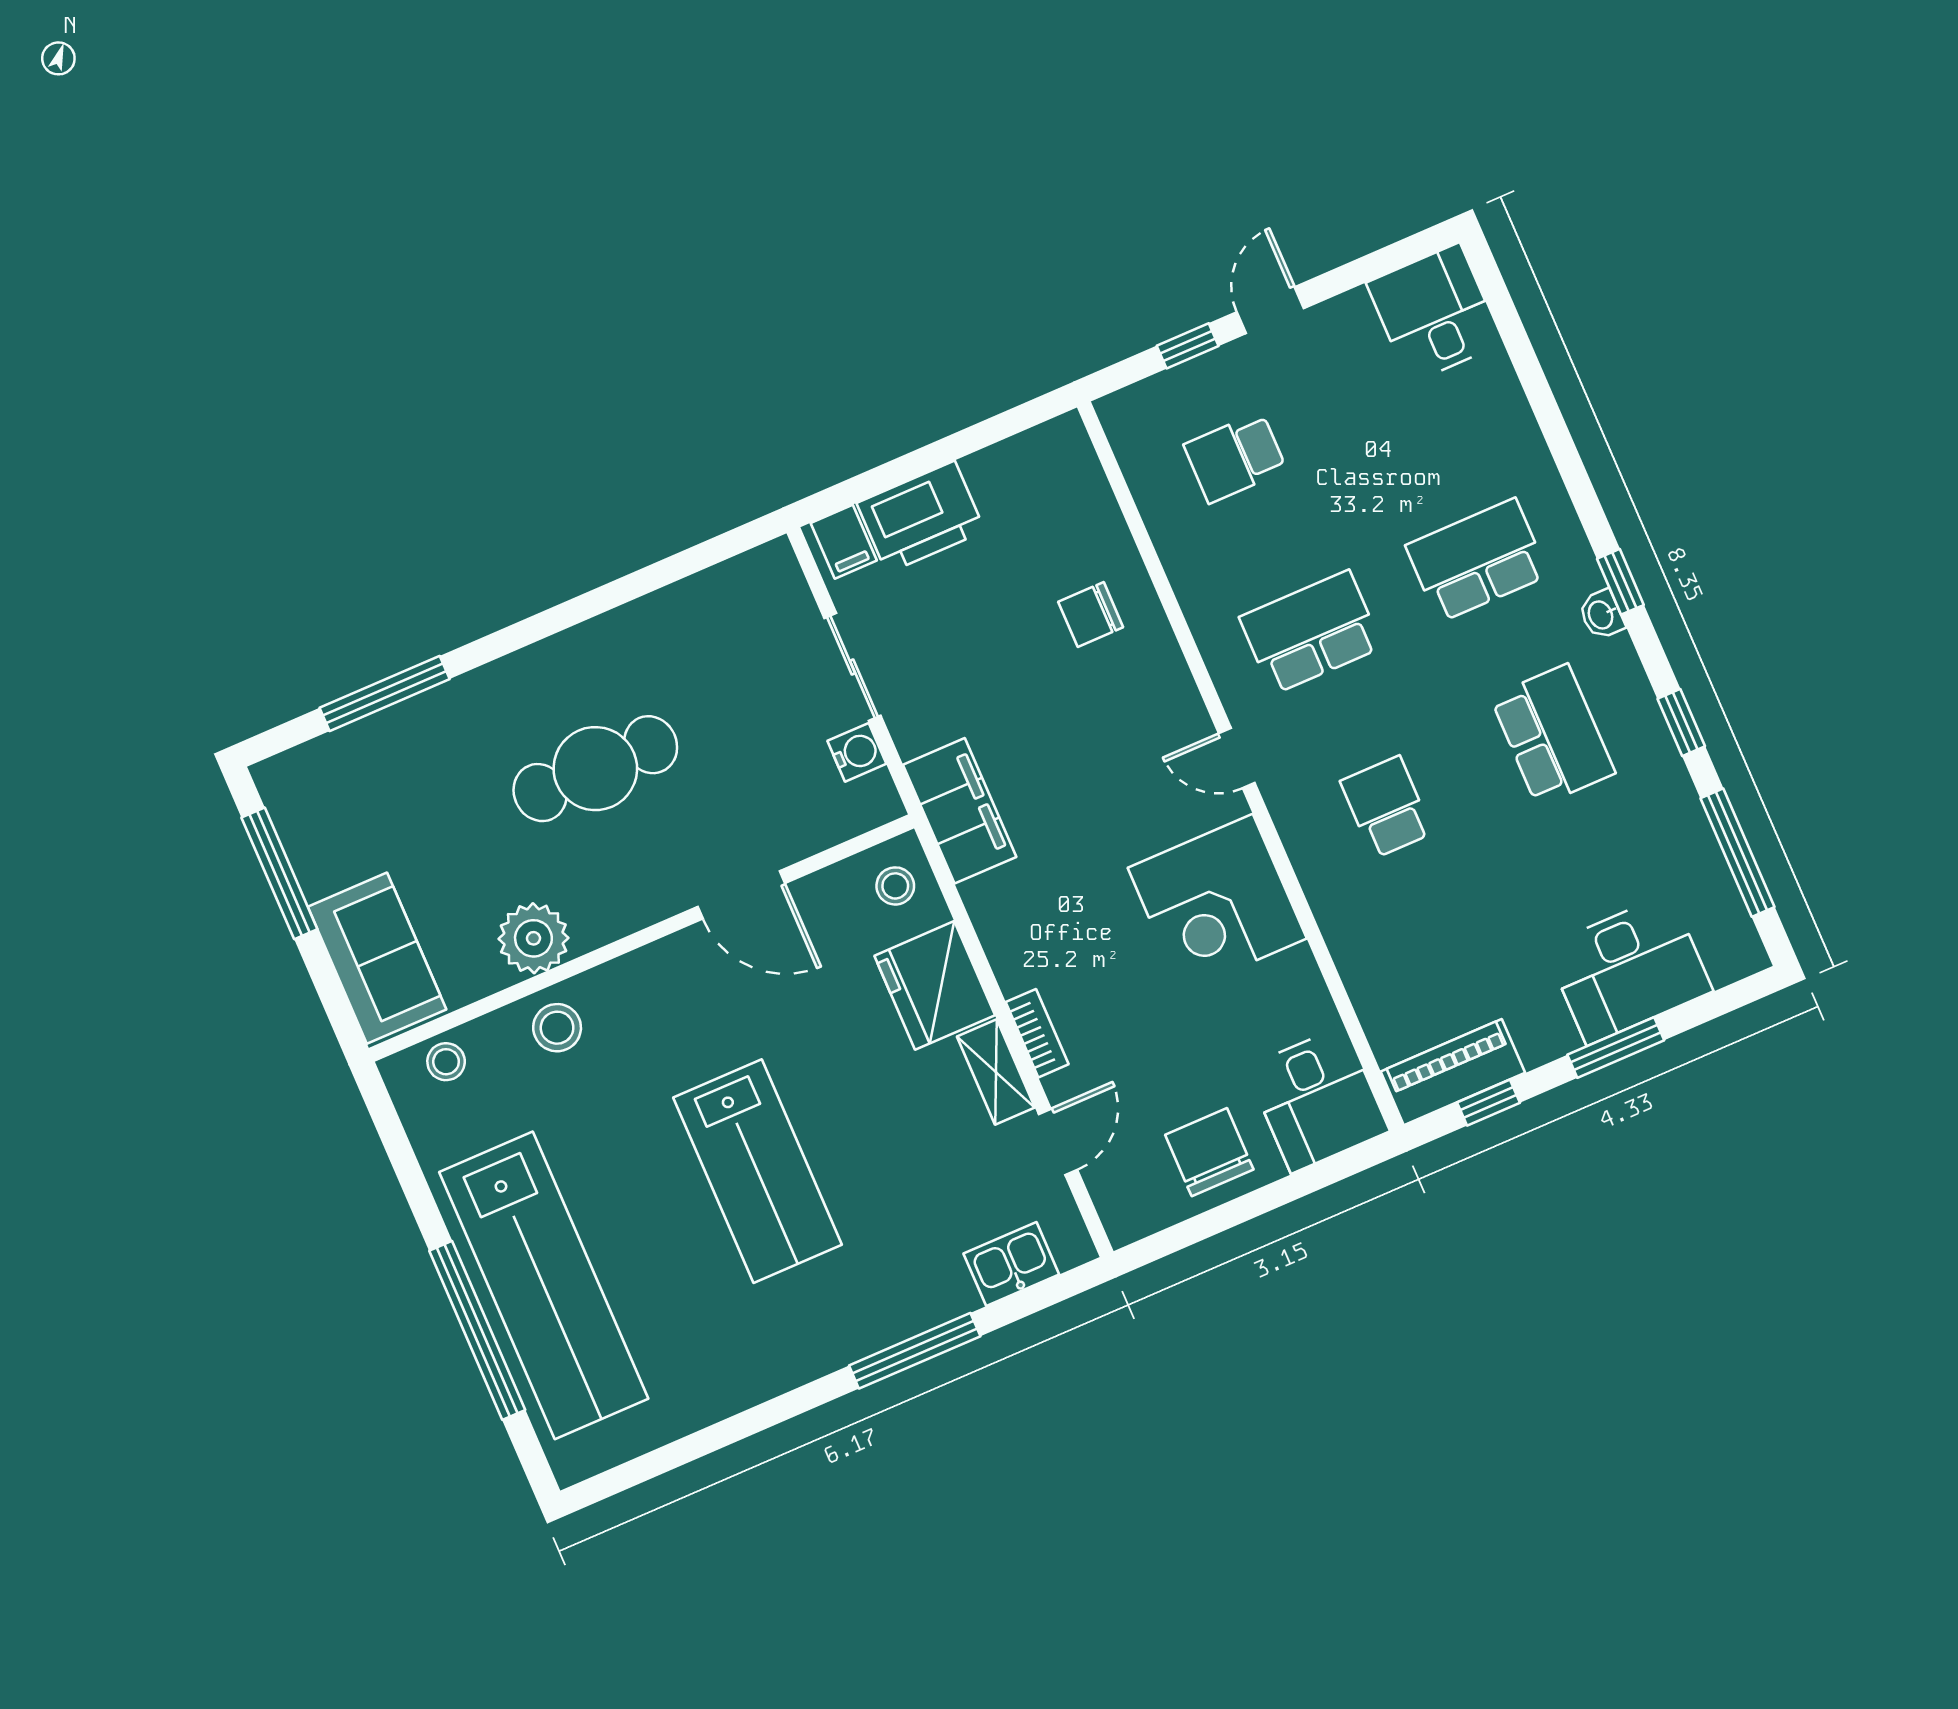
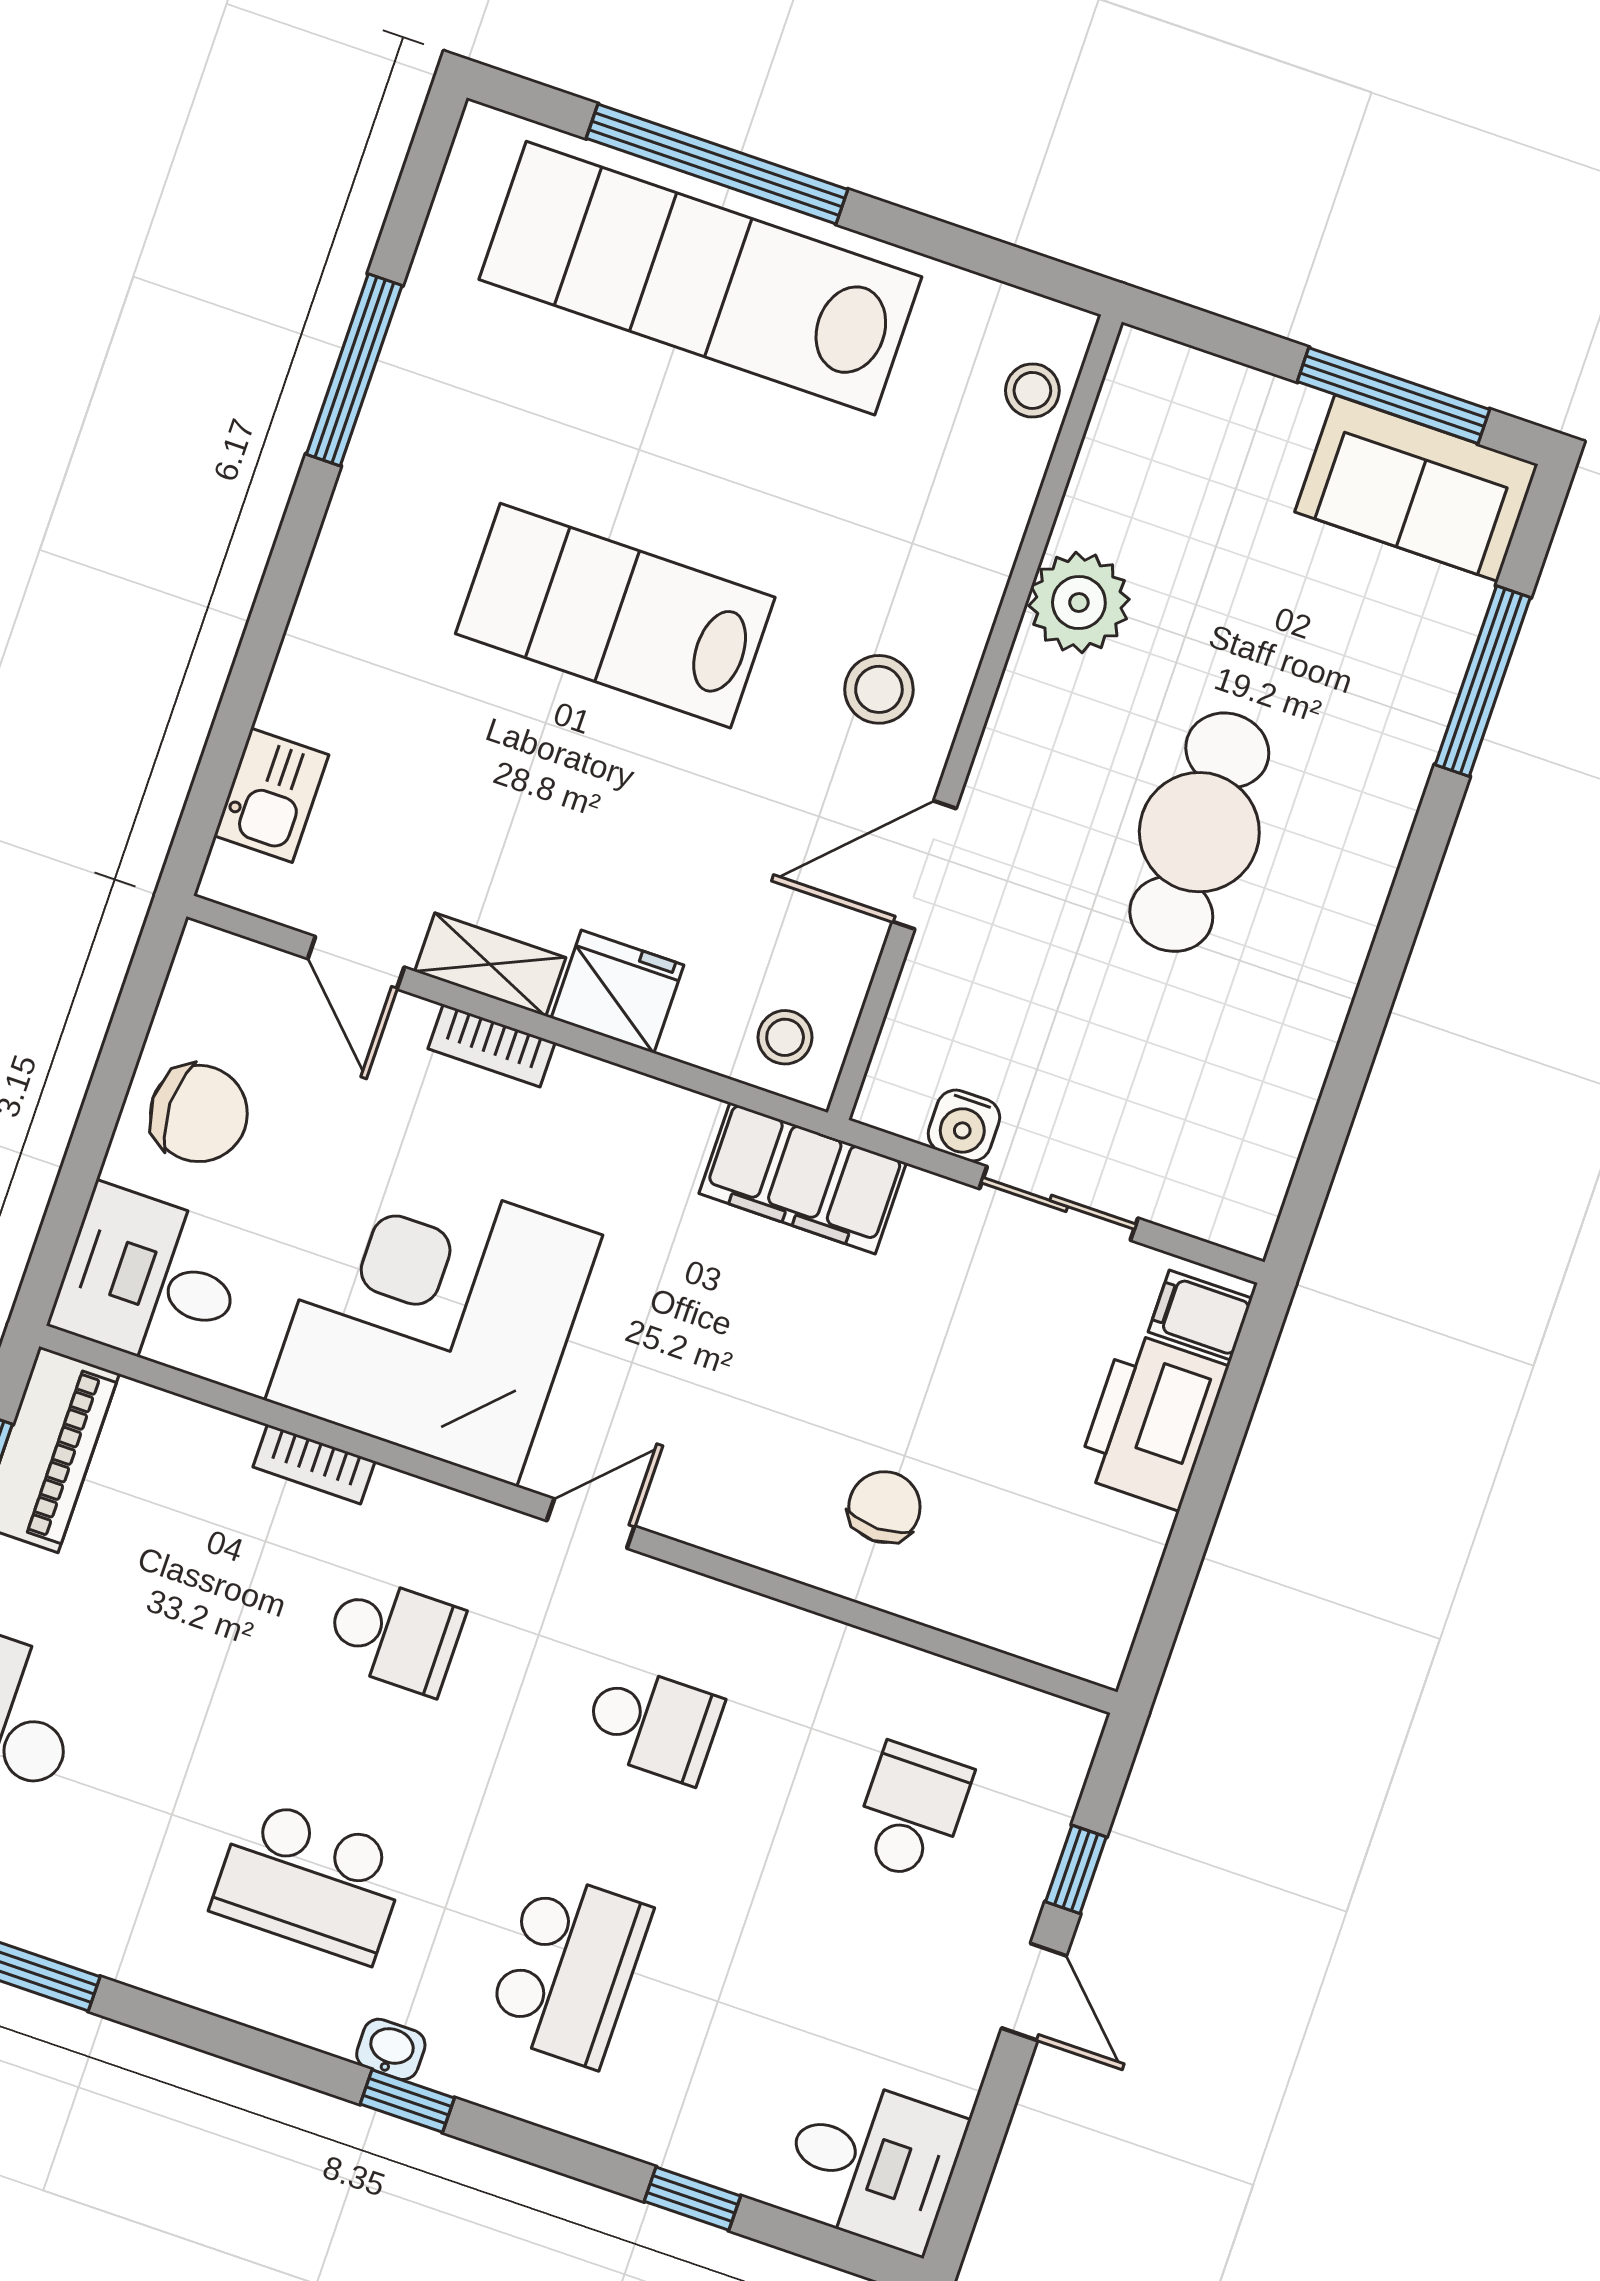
school desk: (1311, 632) -> (653, 1724), width x0.54
window: (1681, 722) -> (692, 2199), moved
corner desk: (1217, 903) -> (434, 1318), width x1.36, depth x1.36
bookcase: (1336, 928) -> (314, 1464), added
sofa: (377, 958) -> (1416, 488), moved
fridge: (935, 985) -> (618, 992), width x0.73, depth x0.75
stool: (557, 1028) -> (879, 689), moved
window: (915, 1351) -> (354, 370), moved

